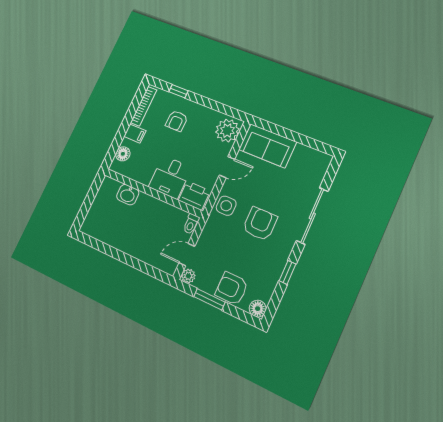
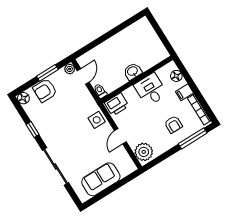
window: (178, 91) -> (193, 138), width x2.17
armchair: (177, 121) -> (173, 124), turned 180
sofa: (267, 146) -> (101, 179), moved
desk: (170, 177) -> (151, 90), moved
washbasin: (128, 195) -> (133, 71), moved
armchair: (260, 224) -> (72, 133), removed
armchair: (232, 289) -> (45, 90), turned 180

